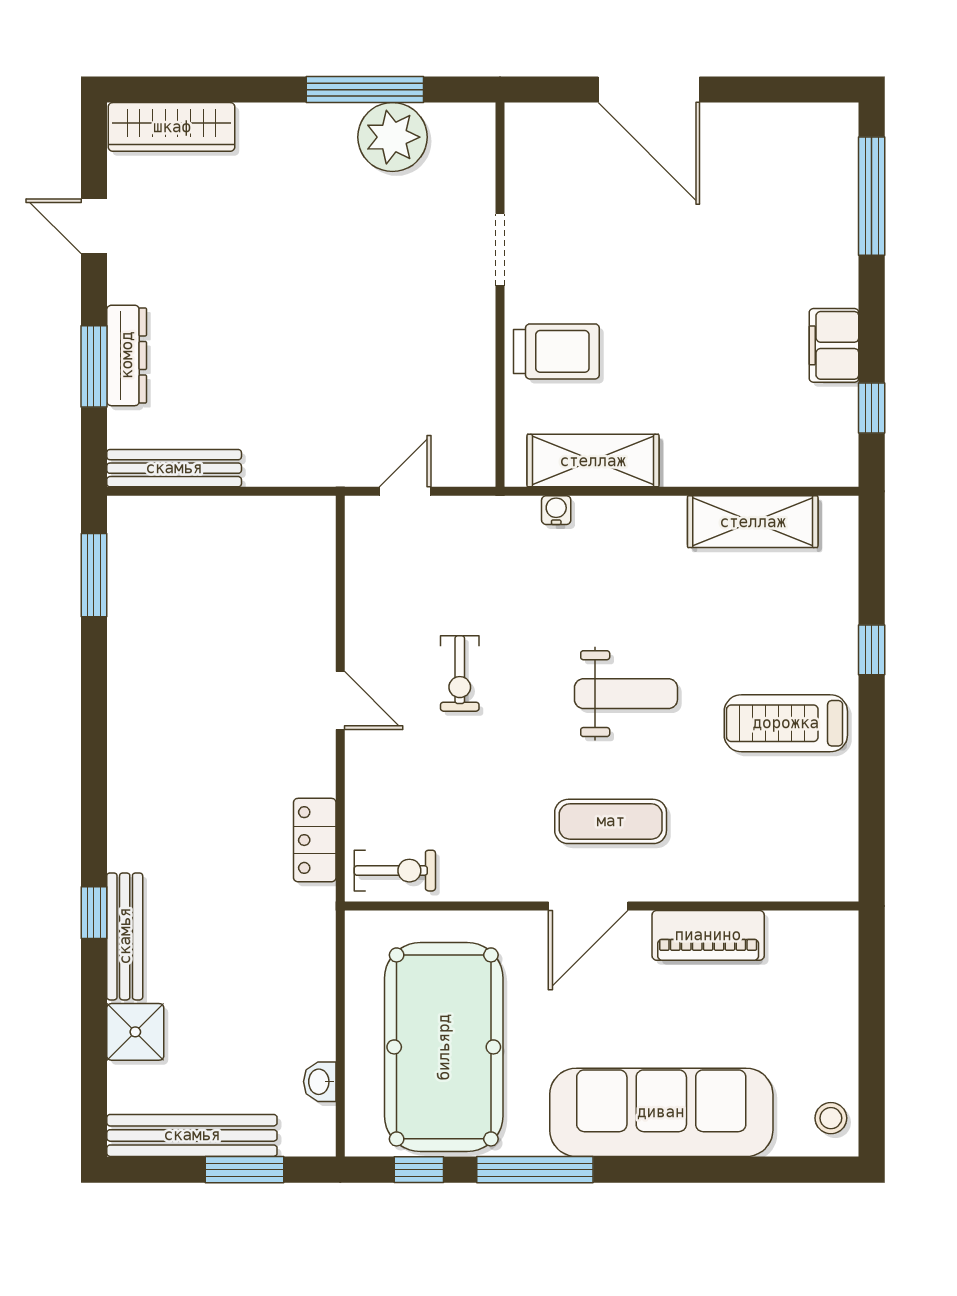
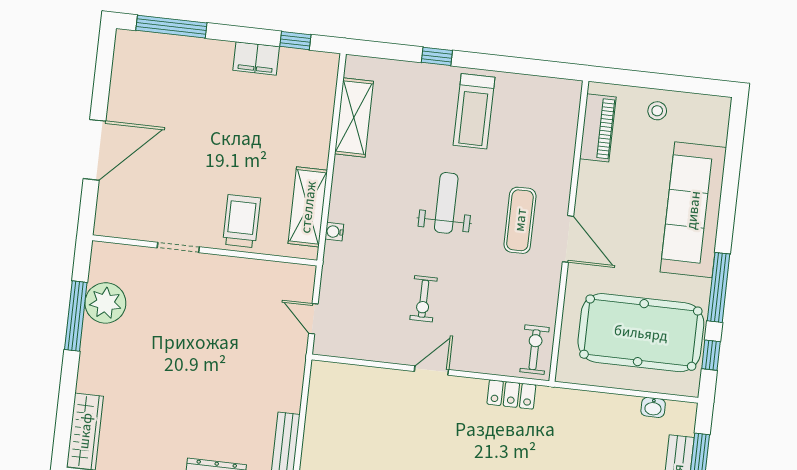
exercise bike: (460, 673) -> (424, 299), turned 90
piano: (708, 935) -> (598, 128), moved
stool: (831, 1118) -> (657, 111), moved

